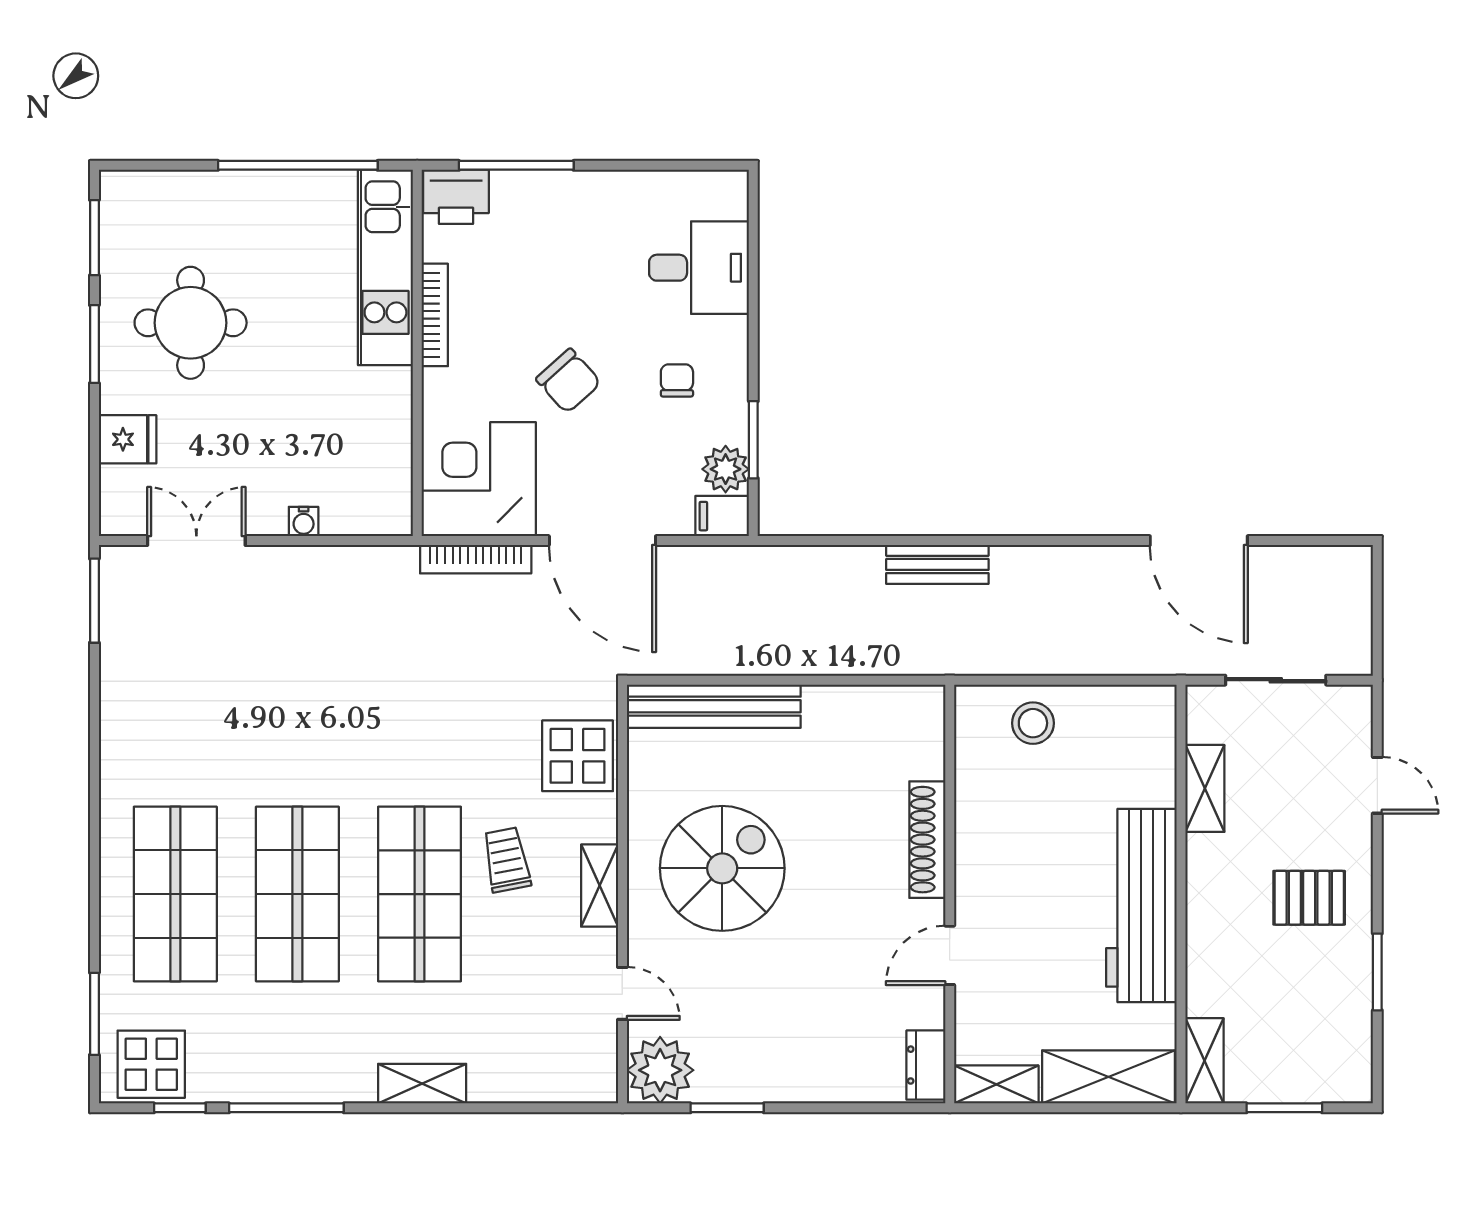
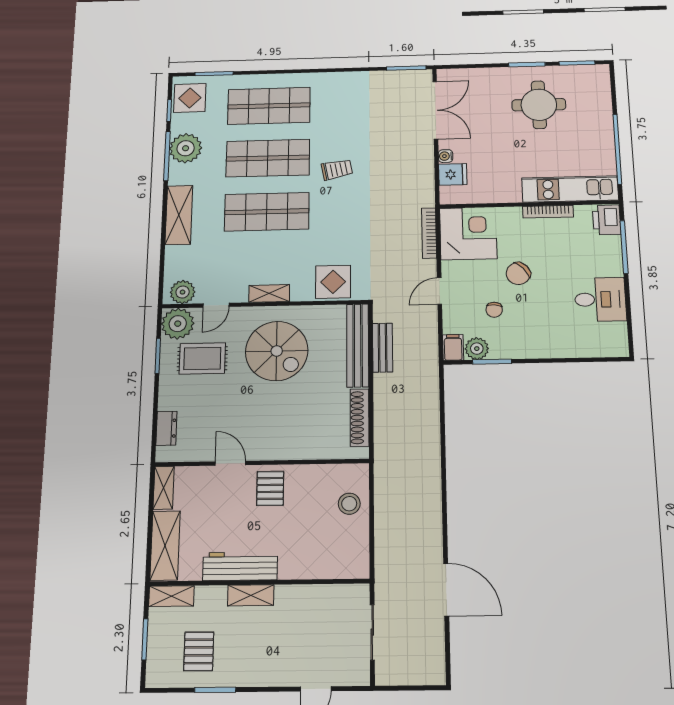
desk: (699, 268) -> (600, 299), moved, turned -90
chair: (677, 380) -> (494, 310), moved, turned 95
fridge: (128, 439) -> (453, 174), moved, turned -90
double door: (196, 541) -> (435, 110), width x1.37
door: (602, 541) -> (439, 291), width x0.53
door: (1199, 541) -> (446, 590), swing flipped
bench: (937, 564) -> (383, 348), moved
shelving: (1205, 788) -> (251, 595), moved
shoe rack: (927, 840) -> (360, 418), moved, turned -90
trolley: (507, 860) -> (337, 169), moved
pallet: (1001, 876) -> (270, 488), added
pallet: (1309, 898) -> (199, 651), moved
workbench: (1141, 905) -> (240, 566), width x0.73, depth x0.76
rug: (735, 1018) -> (202, 358), added
plant: (592, 1063) -> (183, 292), added
dresser: (926, 1065) -> (166, 428), moved, turned 90
plant: (270, 1069) -> (186, 148), added
shelving: (422, 1084) -> (179, 215), width x1.50, depth x1.33

